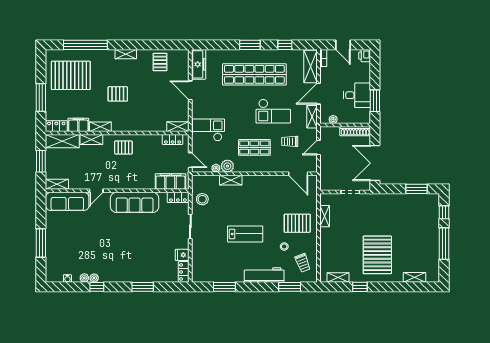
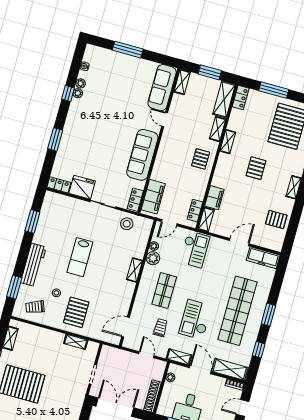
filing cabinet: (78, 125) -> (214, 198), moved
shelving: (231, 180) -> (134, 270), moved
fridge: (182, 255) -> (82, 187), width x1.88, depth x1.34

